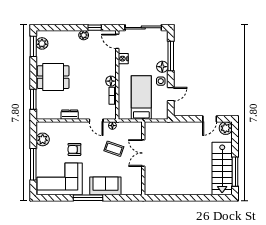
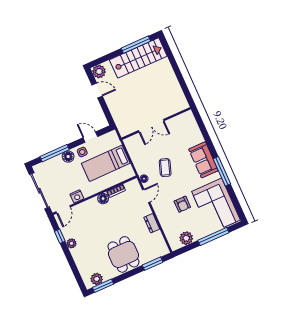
double door: (143, 153) -> (151, 126), moved
wall: (143, 158) -> (156, 123), moved

